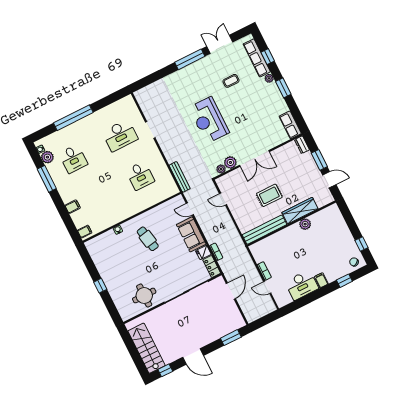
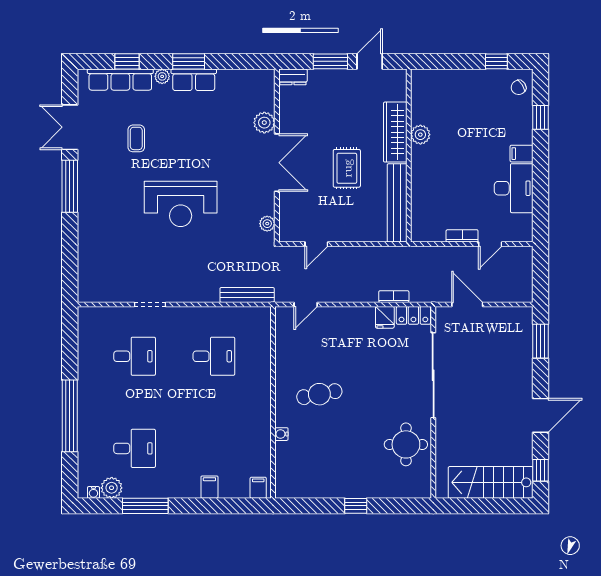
row of seats: (290, 125) -> (194, 80), moved
desk: (120, 135) -> (135, 356), width x0.73
plant: (230, 162) -> (264, 123), moved
sofa: (191, 234) -> (347, 322), removed

